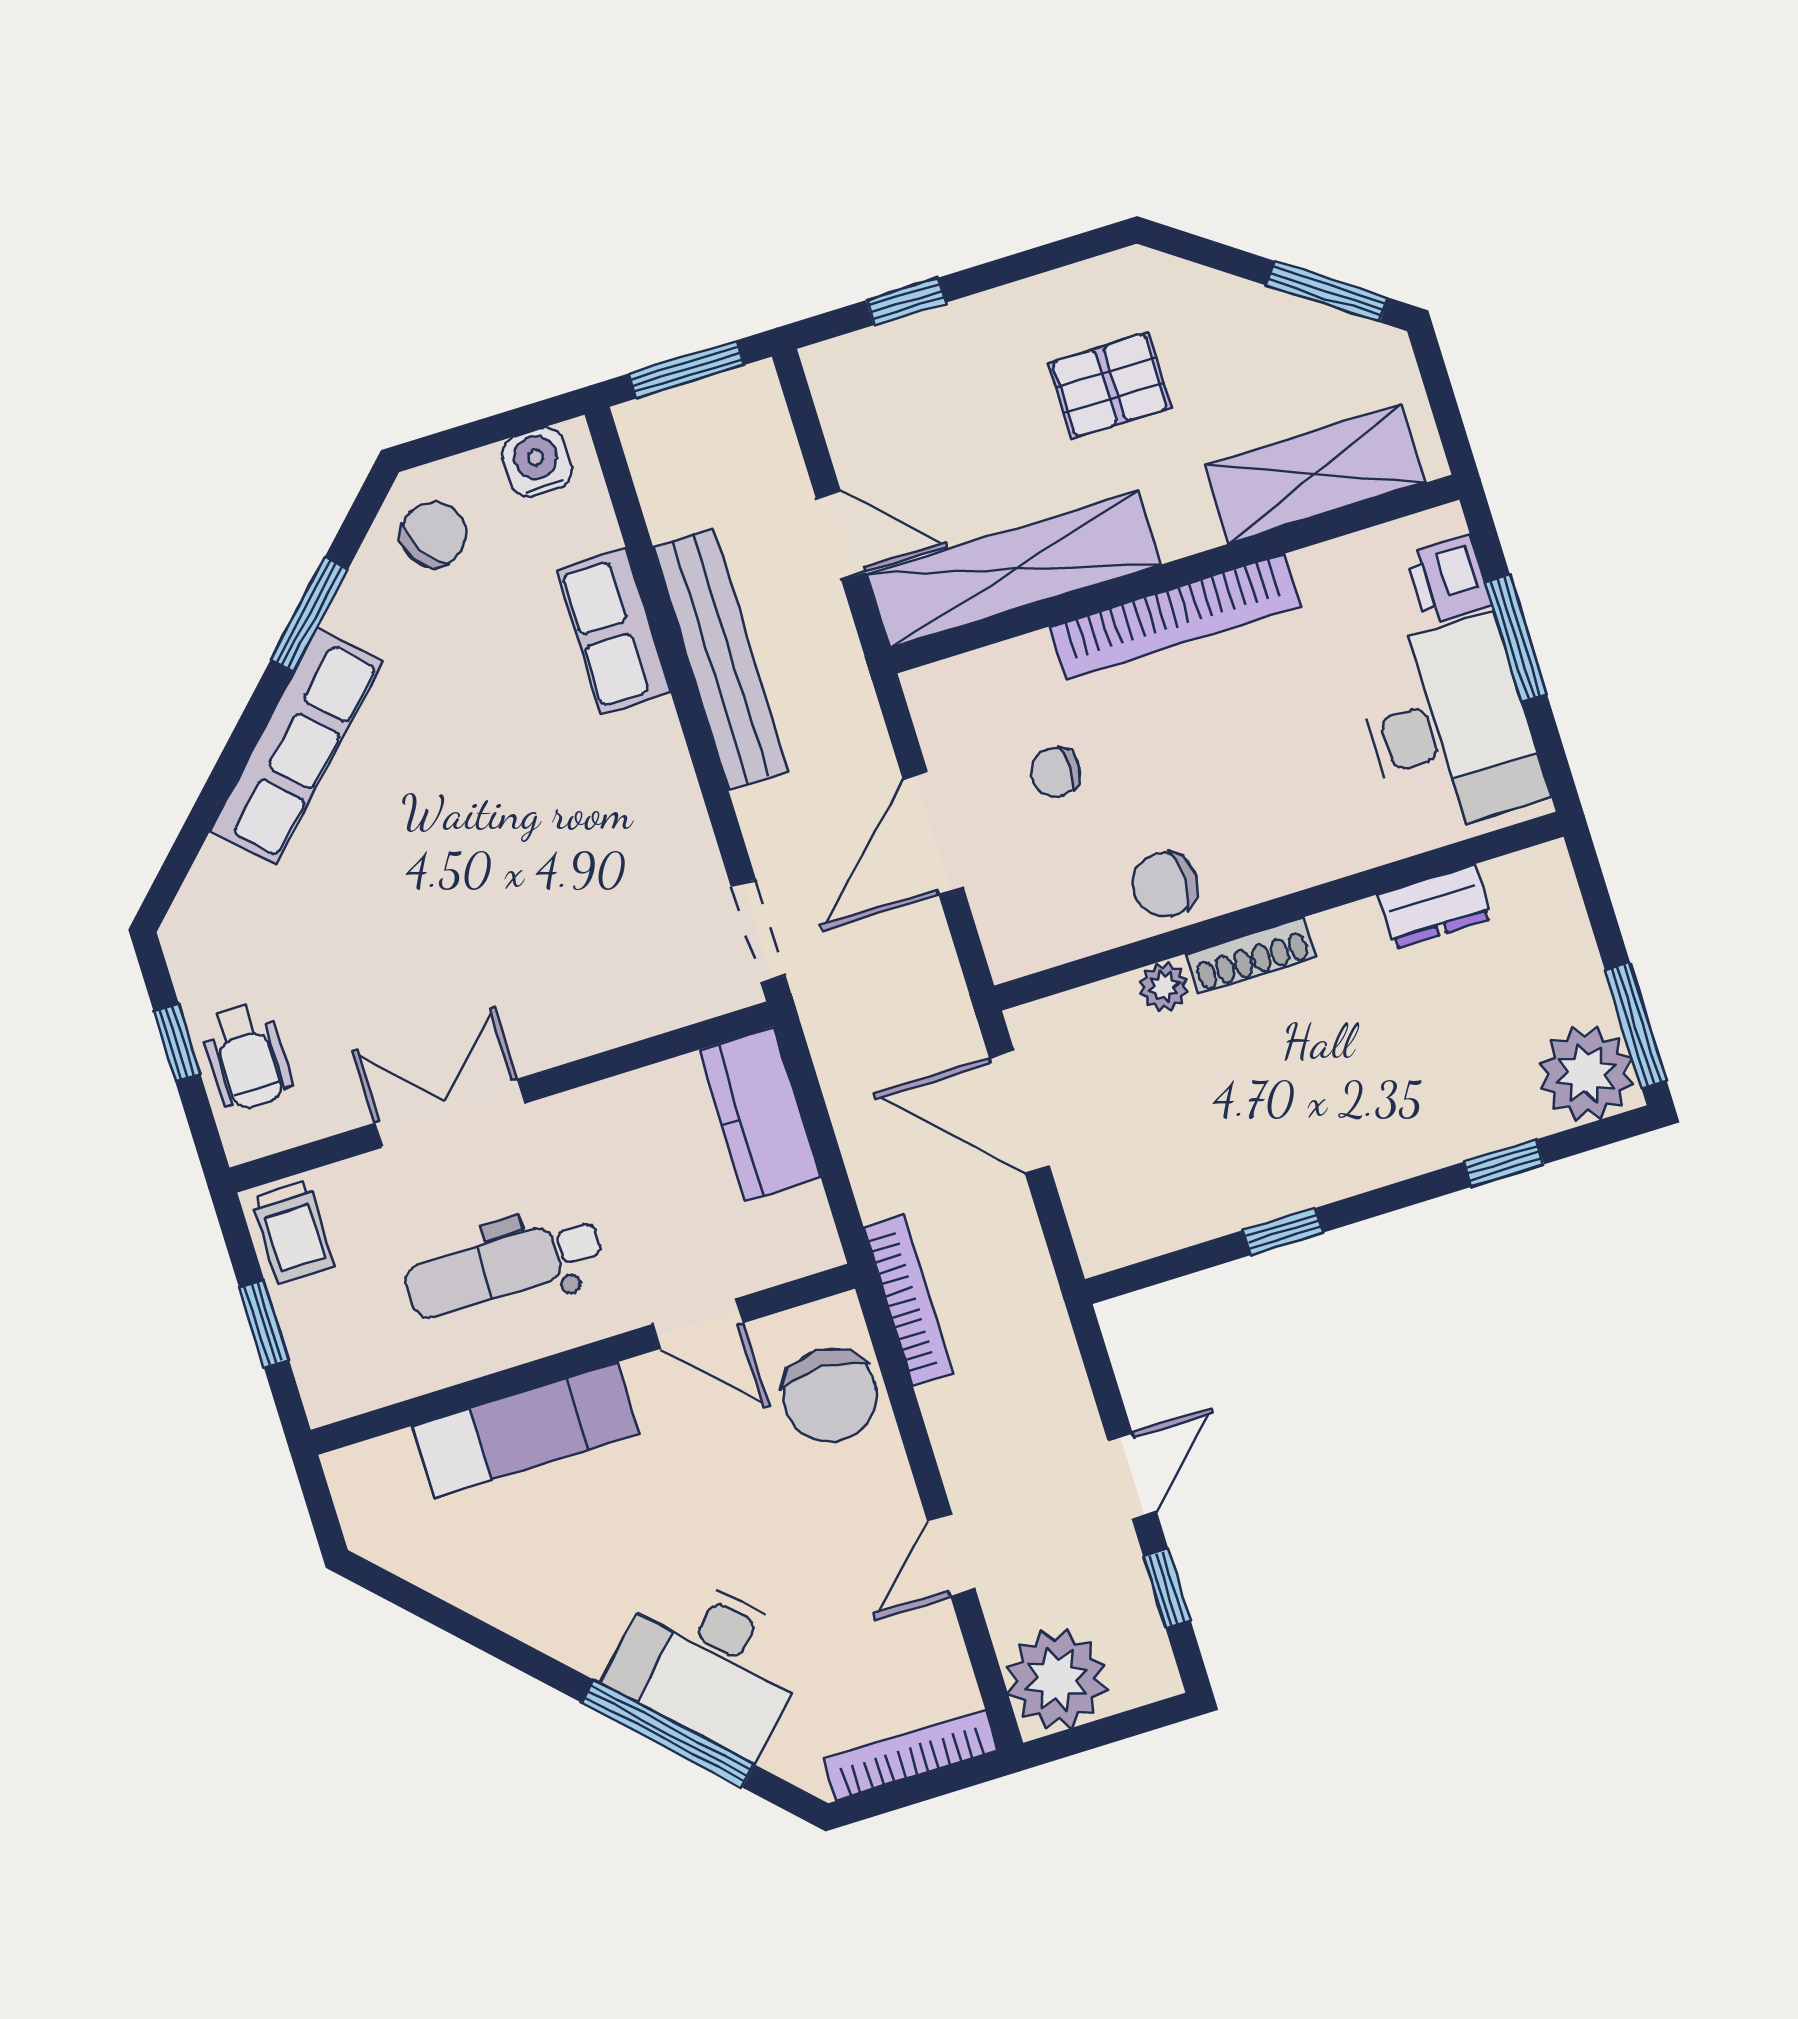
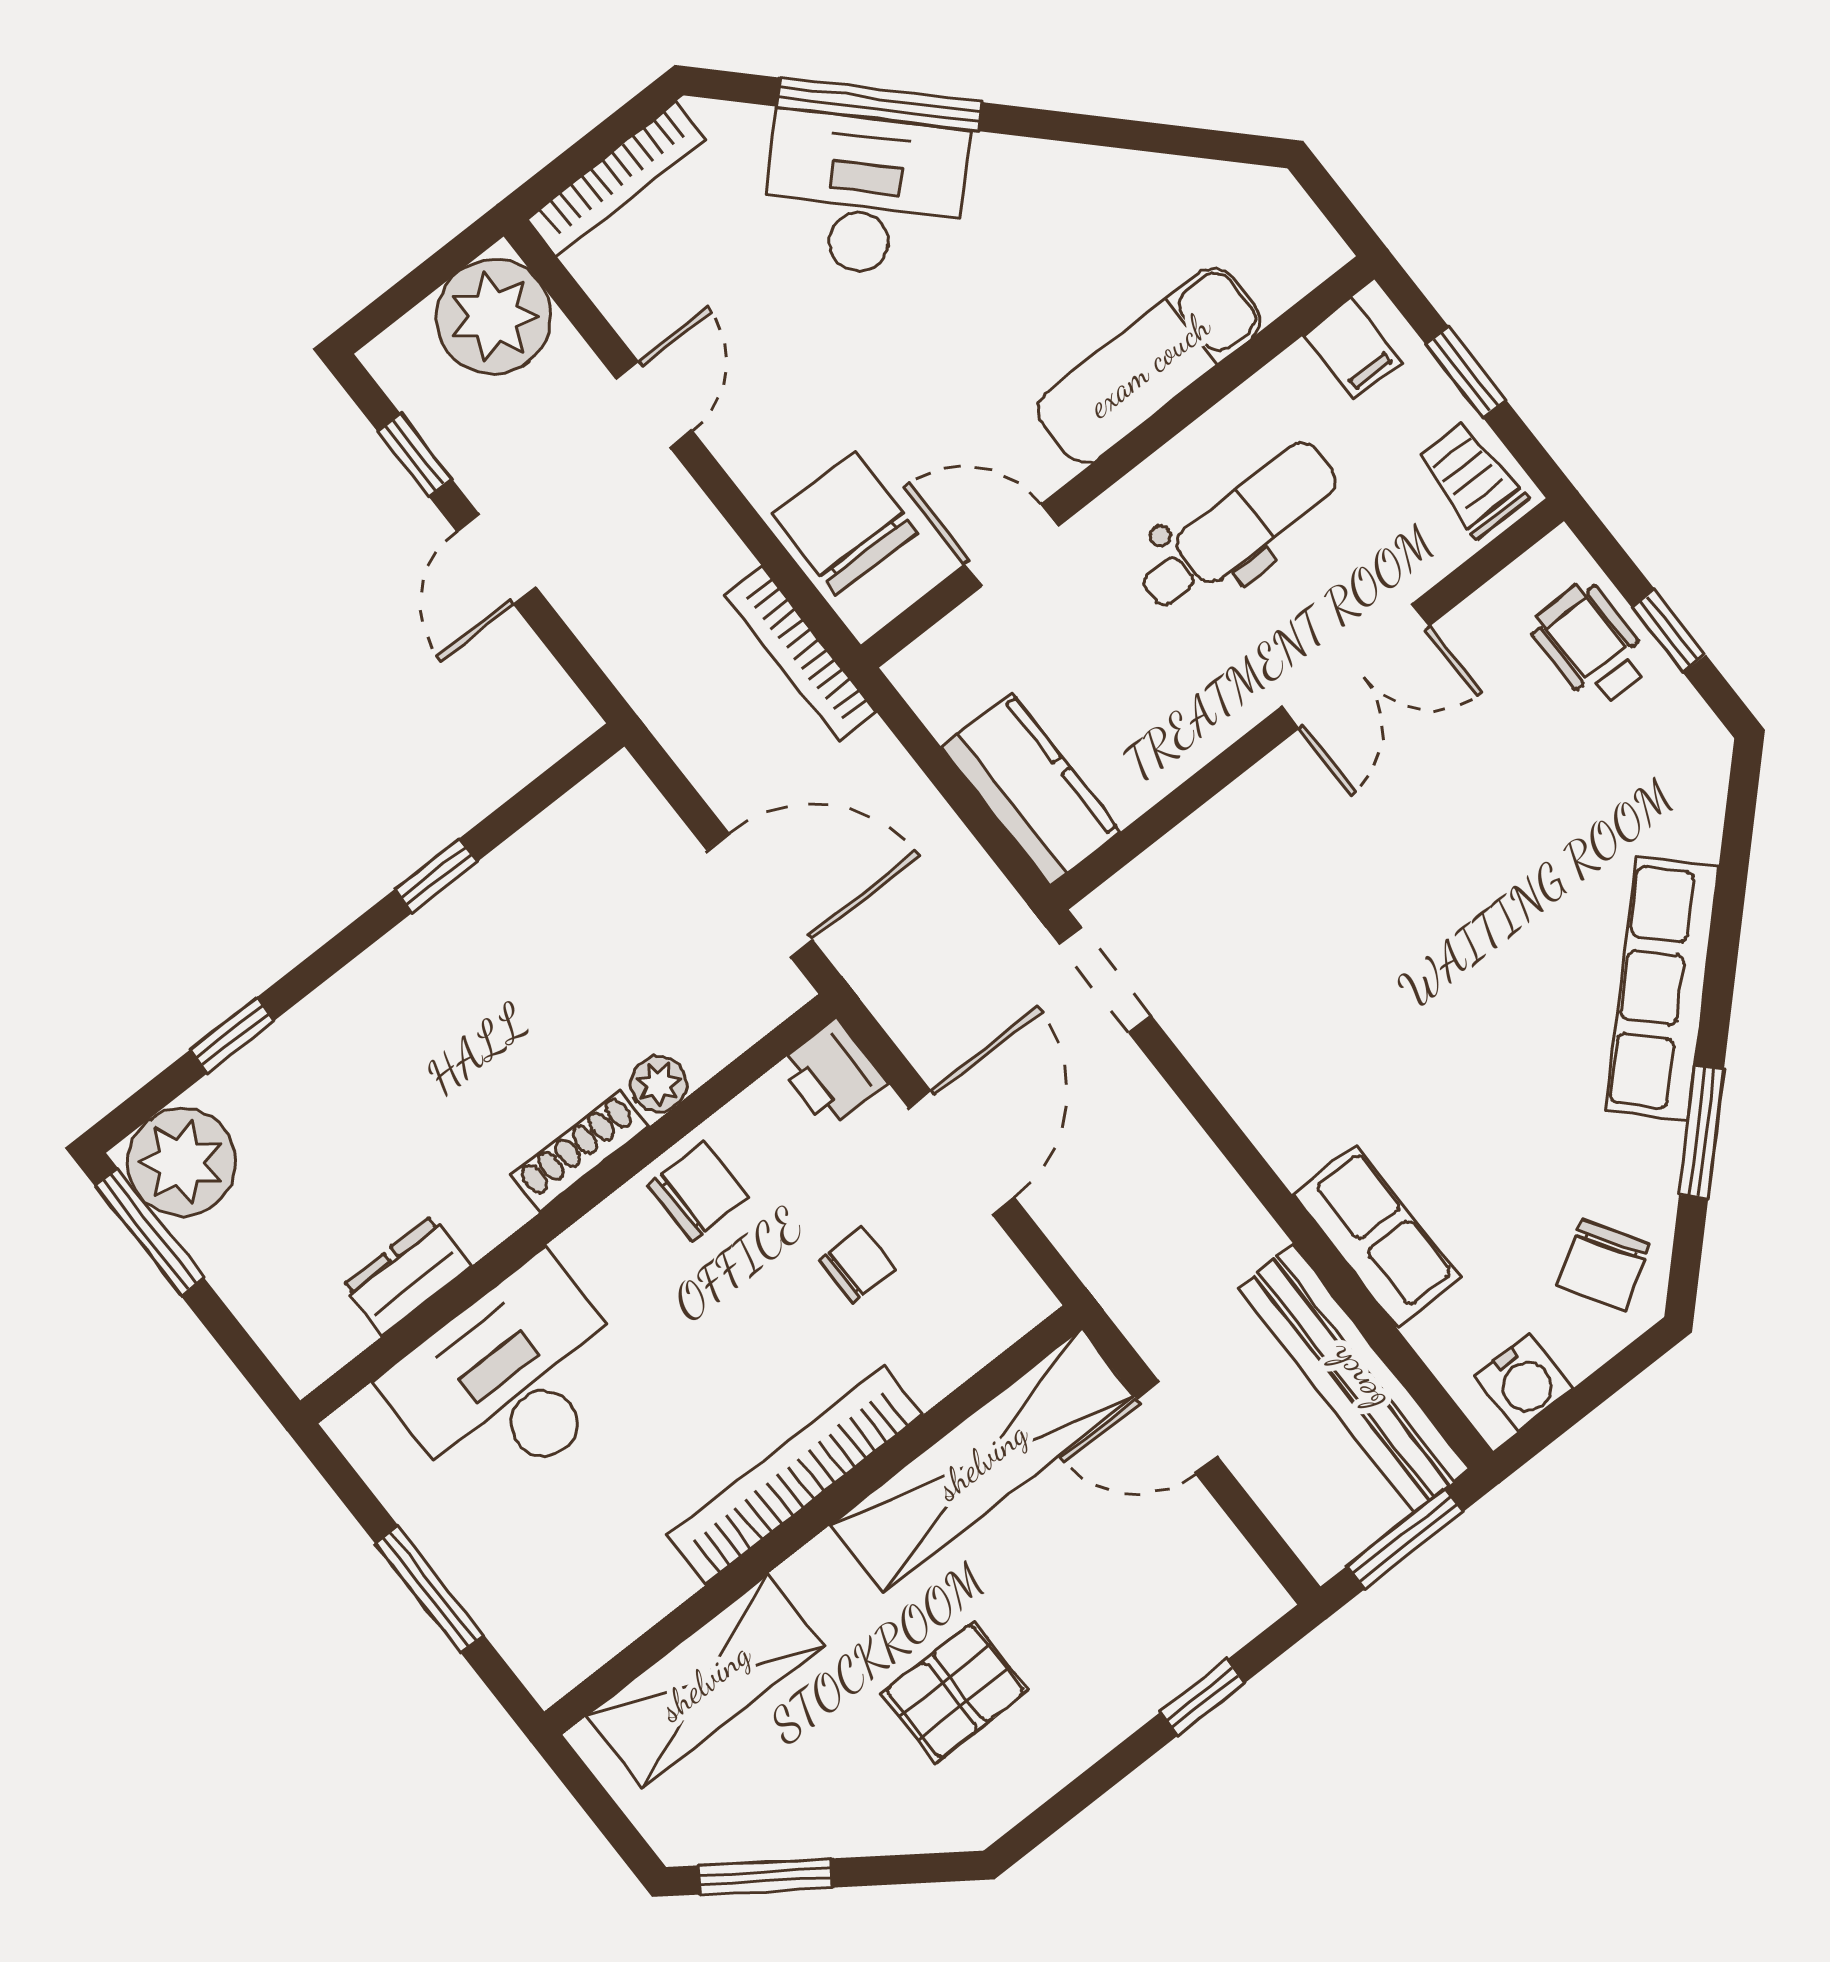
printer: (1448, 580) -> (833, 1074), moved, turned 180
bench: (721, 659) -> (1354, 1379), moved
desk: (1449, 727) -> (511, 1382), moved, turned 90
filing cabinet: (351, 1379) -> (1353, 348), added

